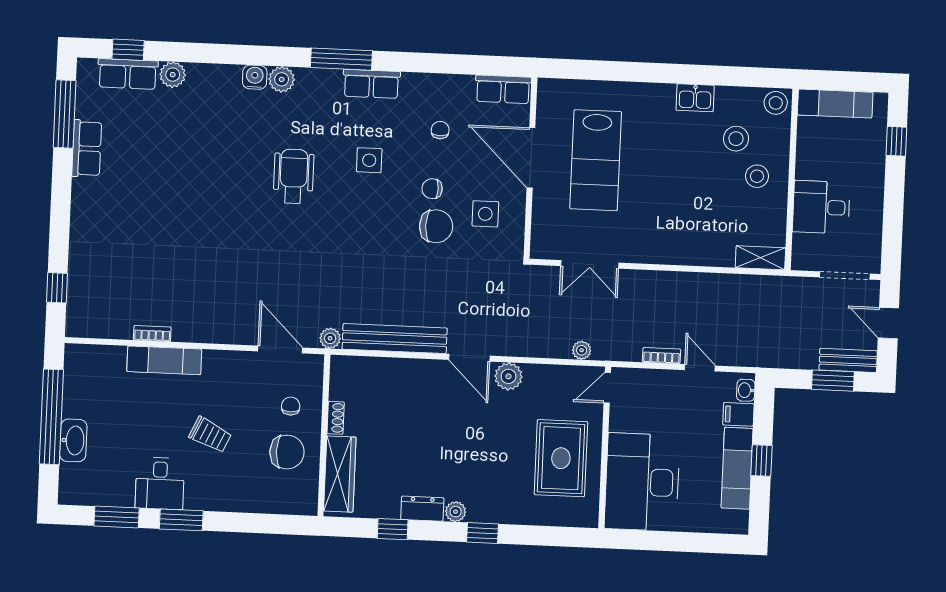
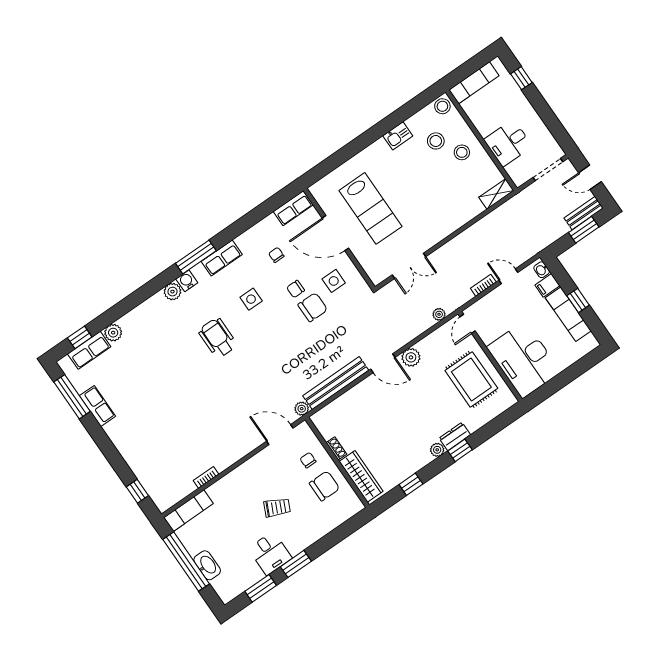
water cooler: (255, 77) -> (187, 281), moved
exam couch: (164, 360) -> (188, 511), moved
dresser: (422, 509) -> (455, 436), moved

